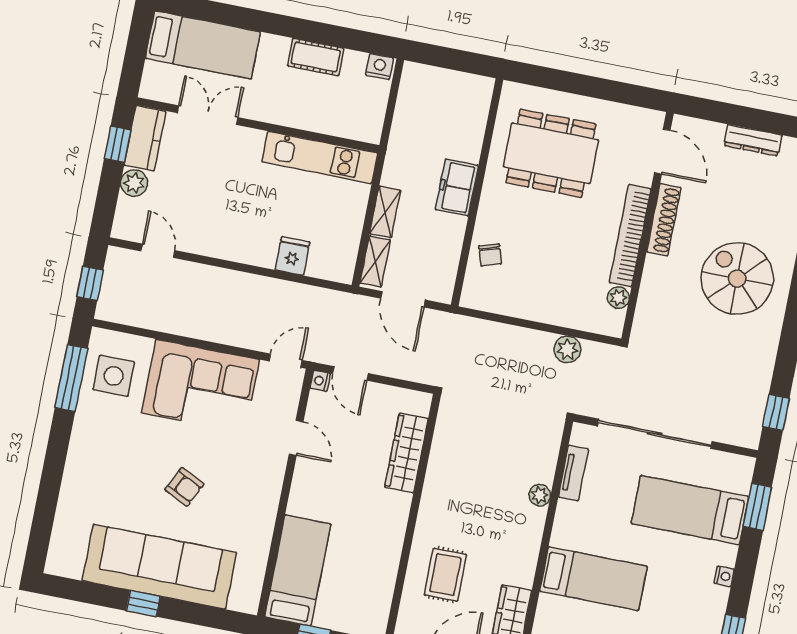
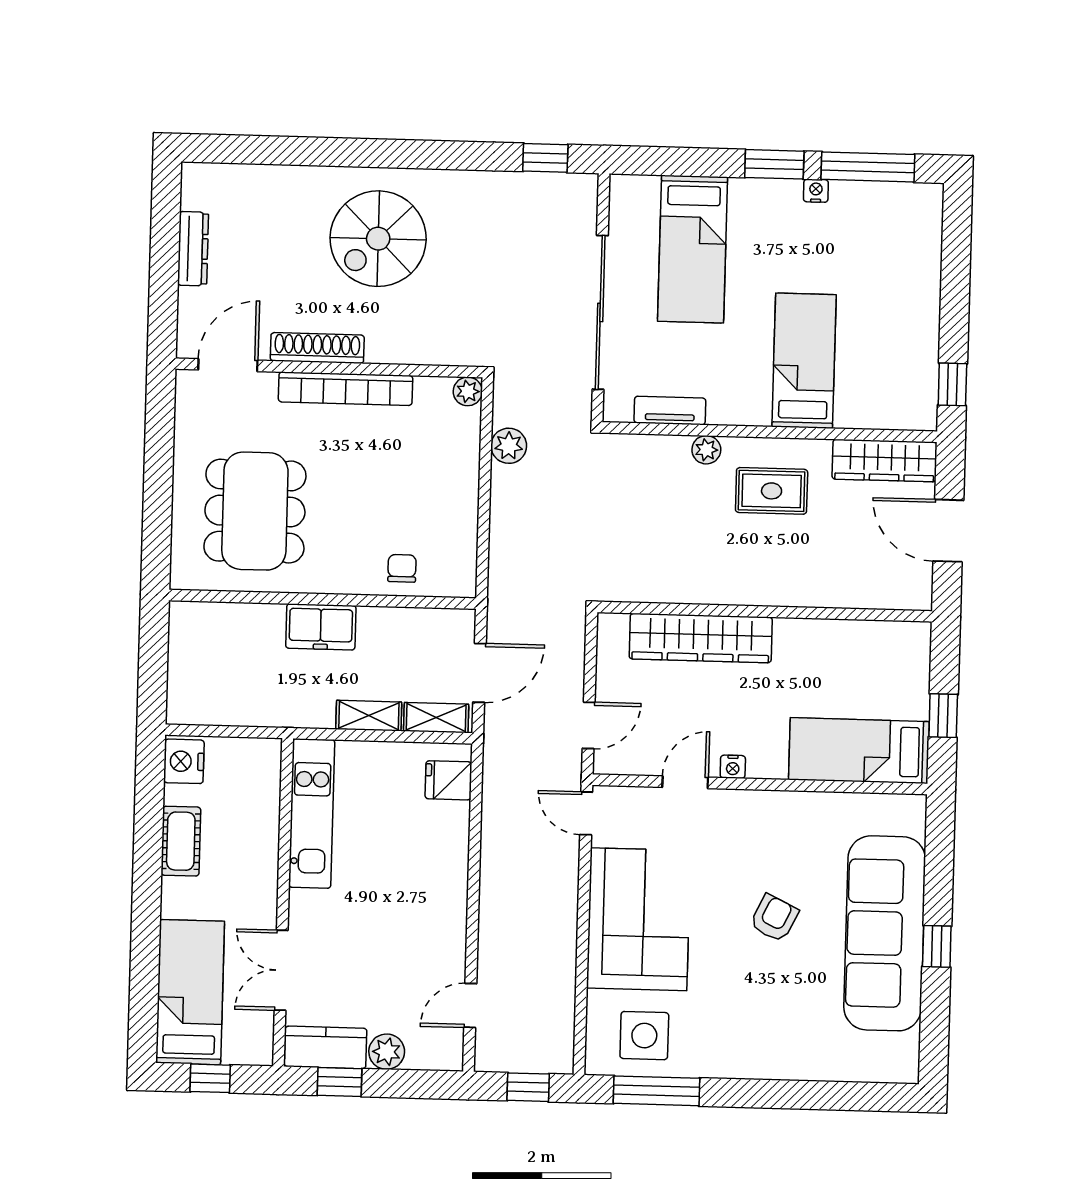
window: (136, 49) -> (210, 1078), added
nightstand: (379, 67) -> (184, 761), width x1.36, depth x1.33
chair: (490, 255) -> (402, 568), turned -72
fridge: (292, 256) -> (448, 780), moved
plant: (618, 298) -> (468, 391), moved
nightstand: (320, 381) -> (733, 767), moved
wardrobe: (406, 453) -> (701, 638), width x1.40, depth x1.17
window: (757, 507) -> (774, 164), moved
rug: (445, 575) -> (772, 491), moved
nightstand: (724, 576) -> (816, 191), moved

